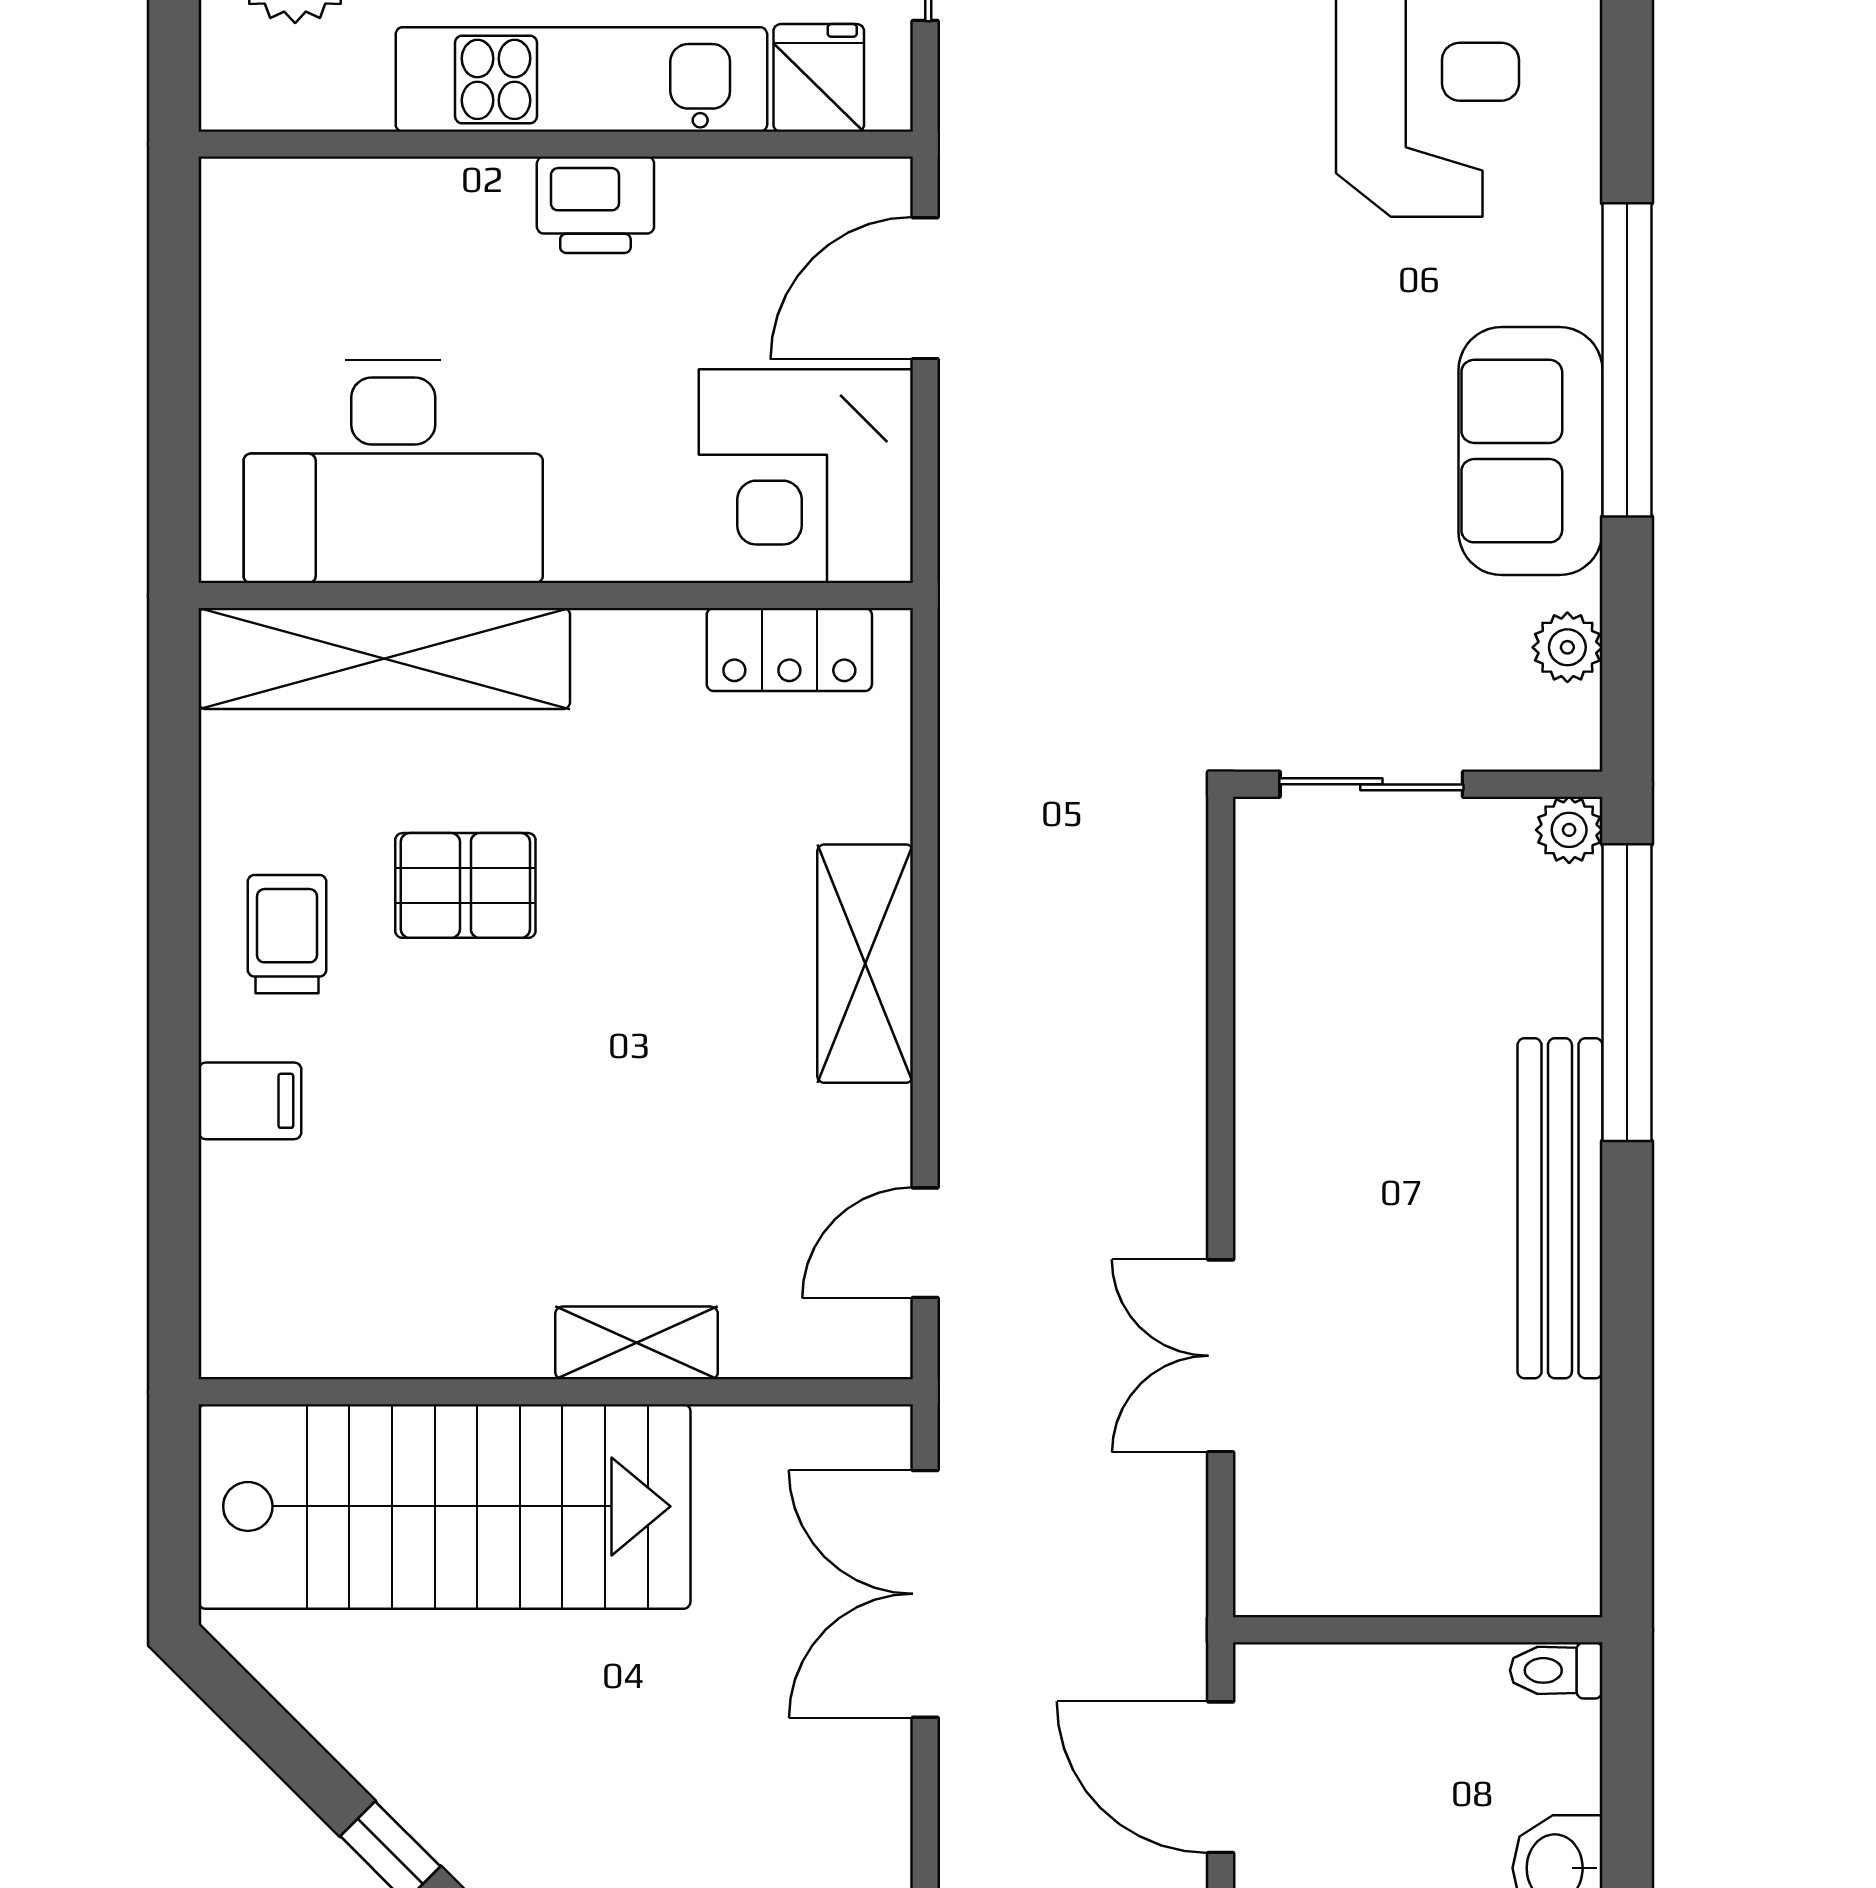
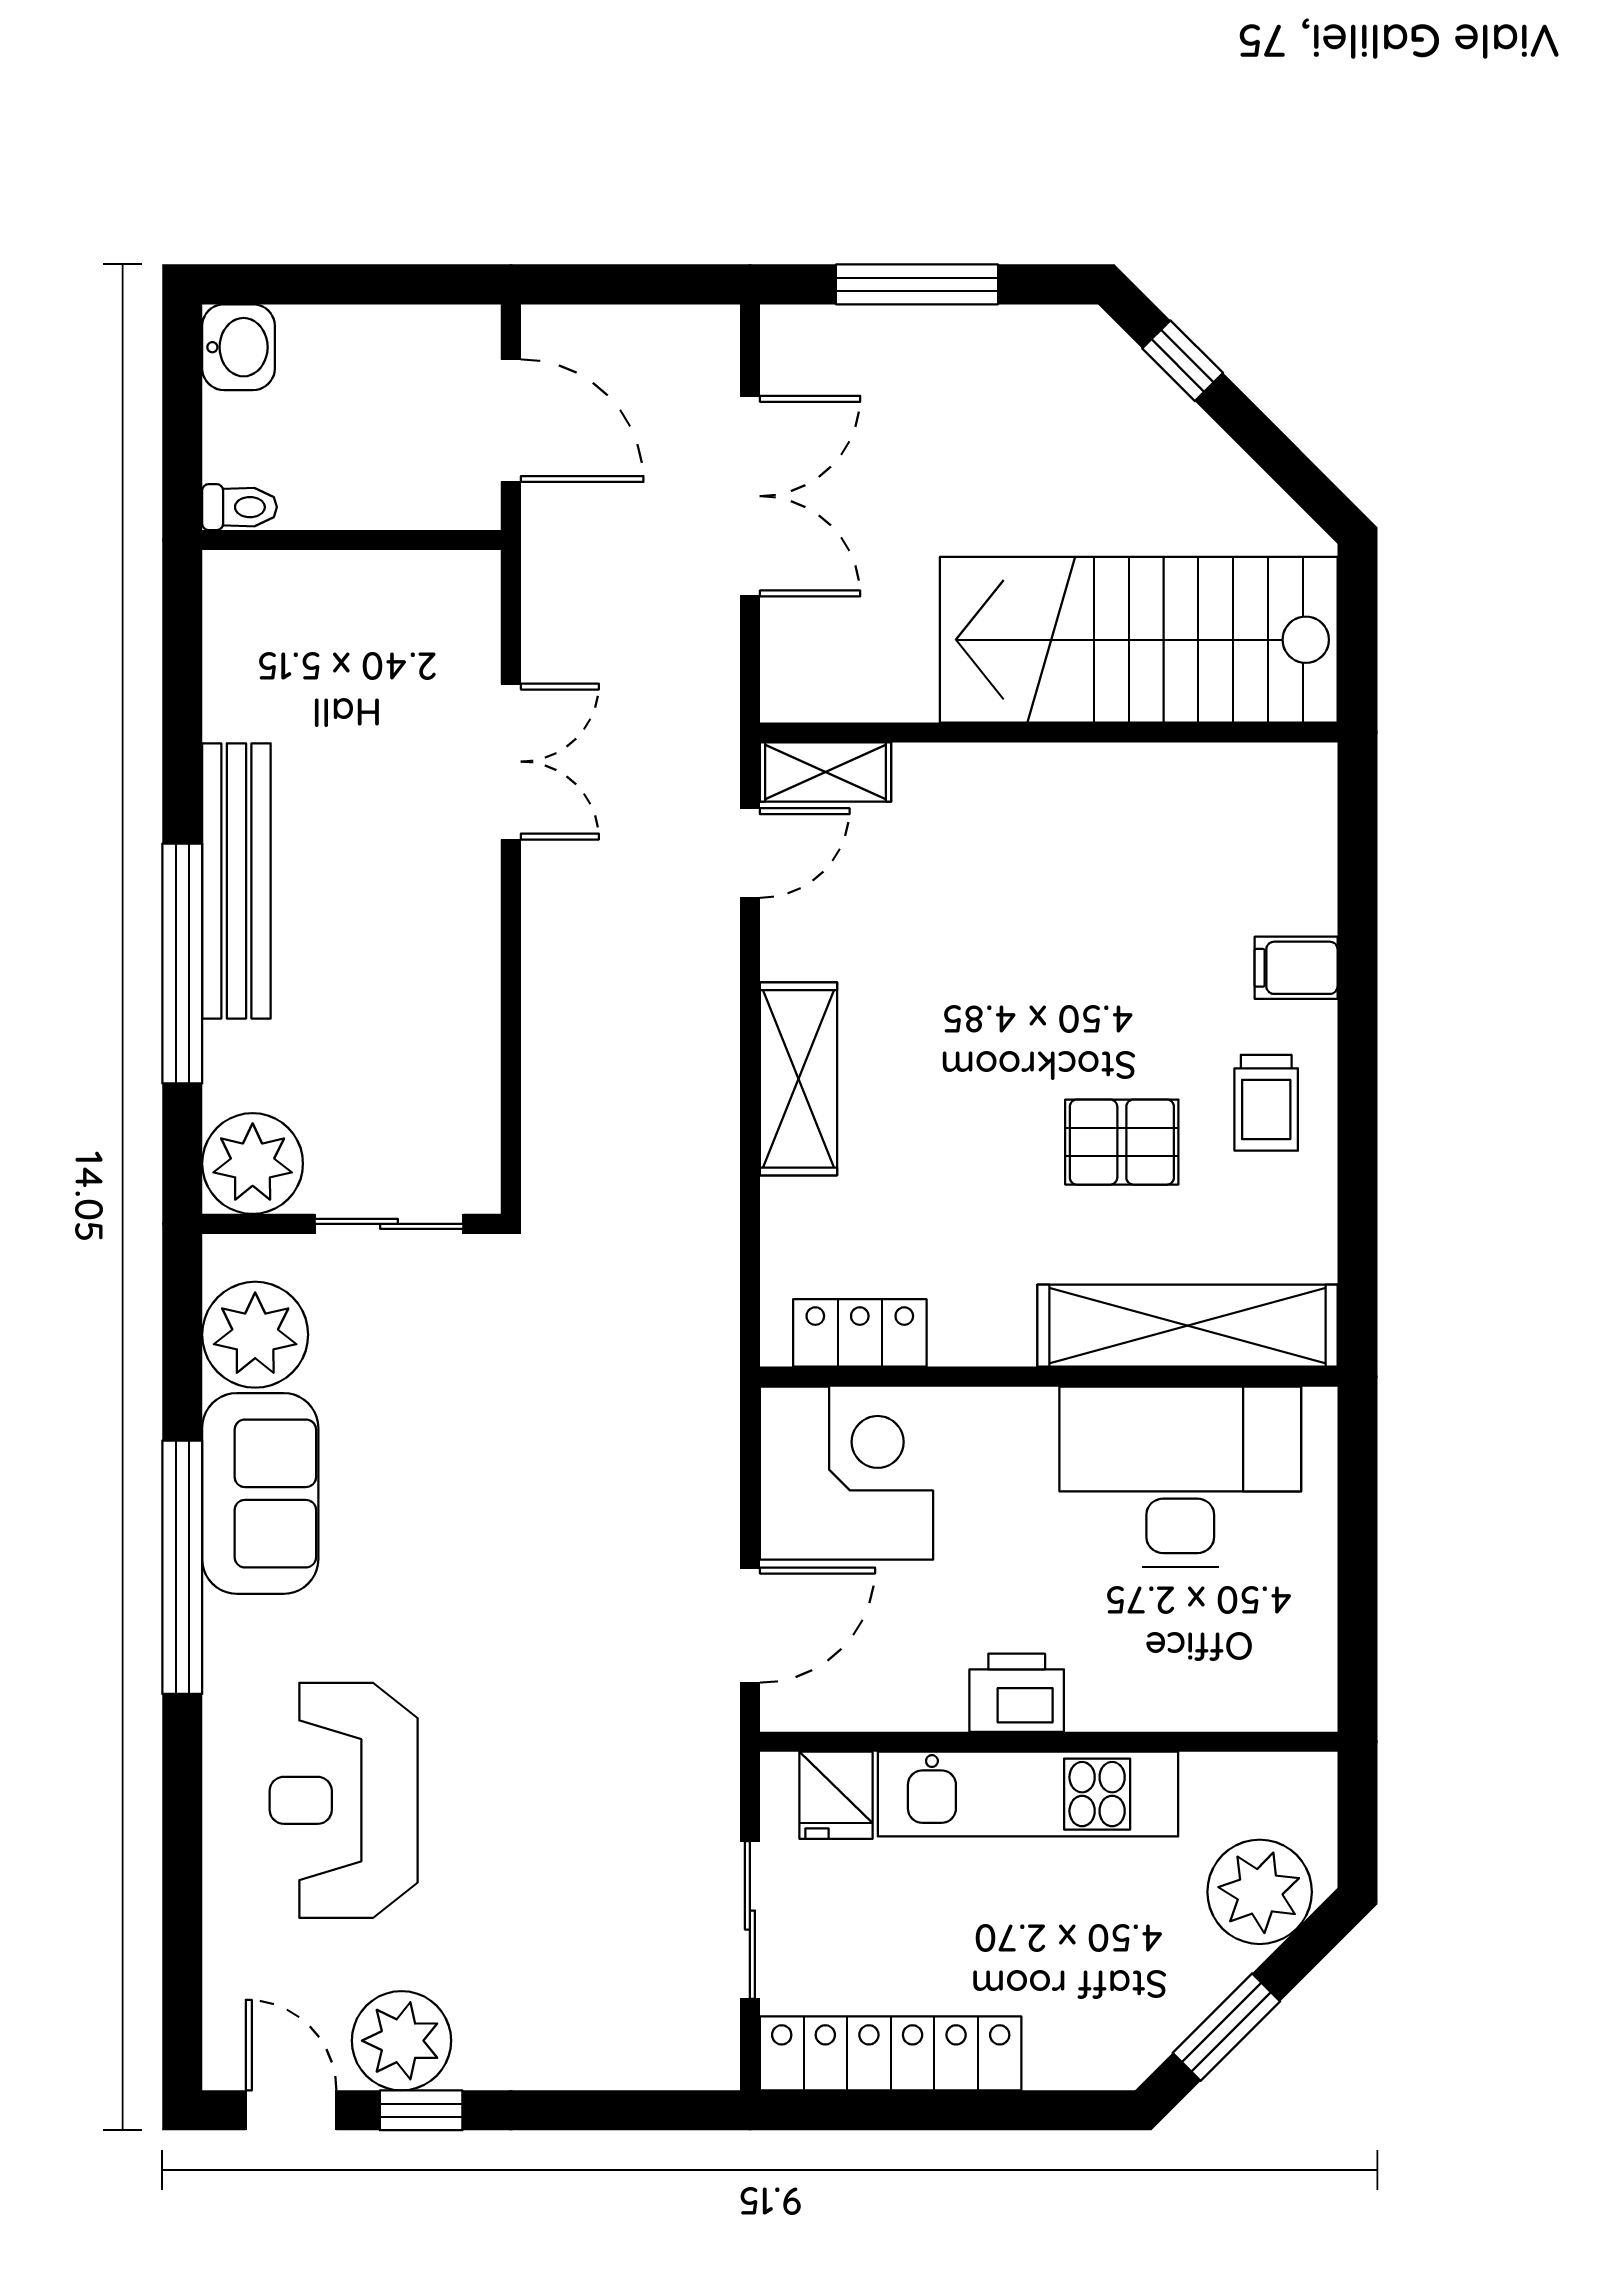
plant: (1567, 647) -> (255, 1335), width x1.87, depth x1.87
plant: (1569, 830) -> (253, 1164), width x1.87, depth x1.87
window: (1627, 993) -> (182, 964), moved
shelving: (637, 1343) -> (826, 772), moved
double door: (925, 1594) -> (750, 496), moved

